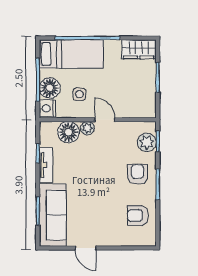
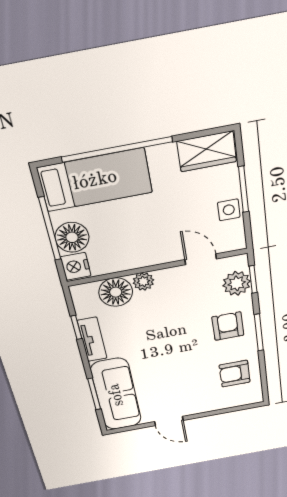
side table: (79, 94) -> (229, 210), moved
door: (105, 120) -> (201, 259), moved

